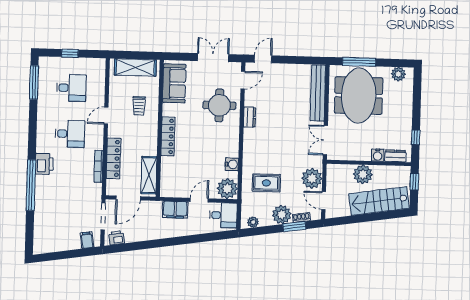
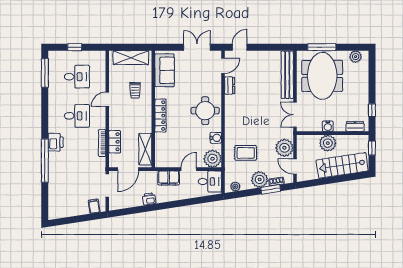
round table: (219, 105) -> (205, 111), moved
dresser: (249, 117) -> (230, 86), moved
water cooler: (378, 155) -> (328, 126), moved
locker: (114, 158) -> (115, 142), width x0.66
printer: (117, 238) -> (149, 199), moved

